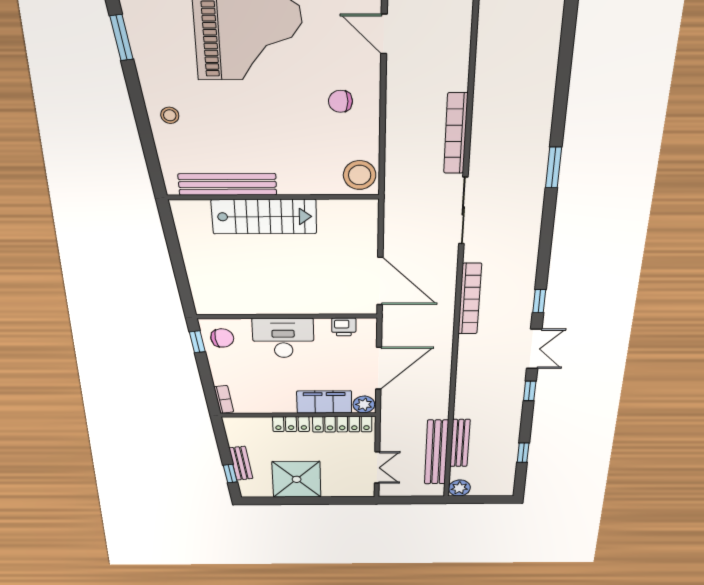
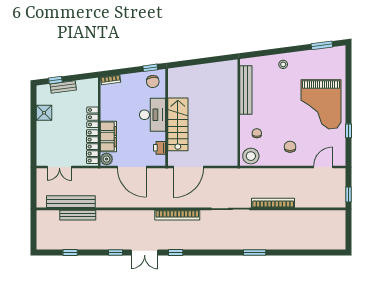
chair: (314, 164) -> (257, 133), added
stairs: (264, 217) -> (178, 124), moved, turned 180
shower: (297, 479) -> (44, 113), width x0.54, depth x0.54
plant: (459, 488) -> (43, 217), removed

